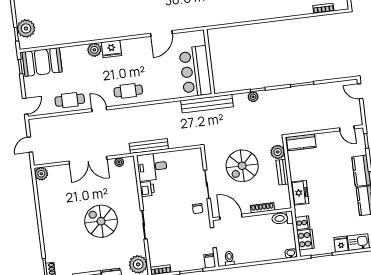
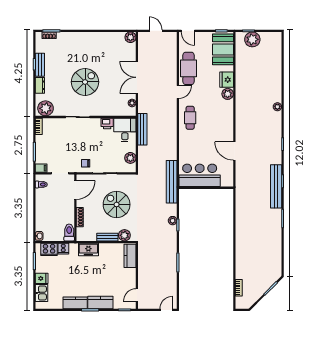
fridge: (111, 49) -> (227, 80), moved
cafe table: (70, 100) -> (189, 68), width x1.37, depth x1.35
plant: (185, 156) -> (130, 158), added

